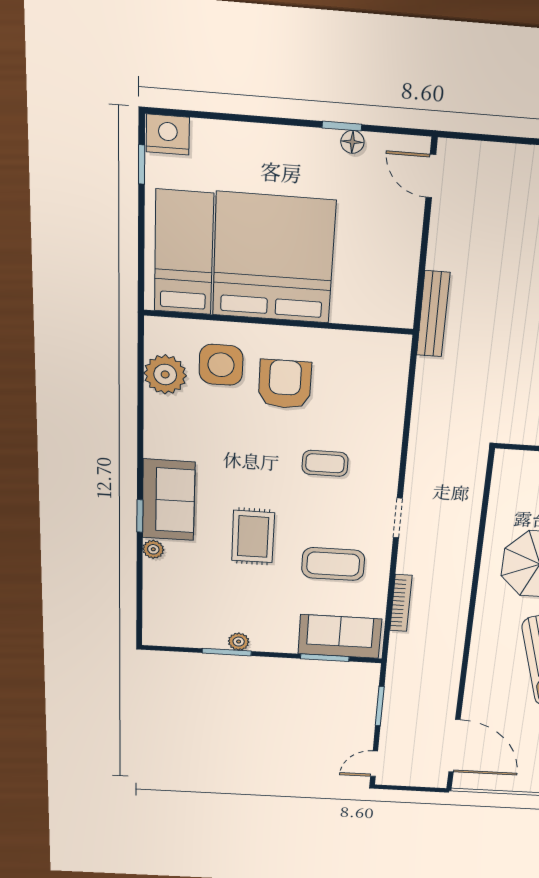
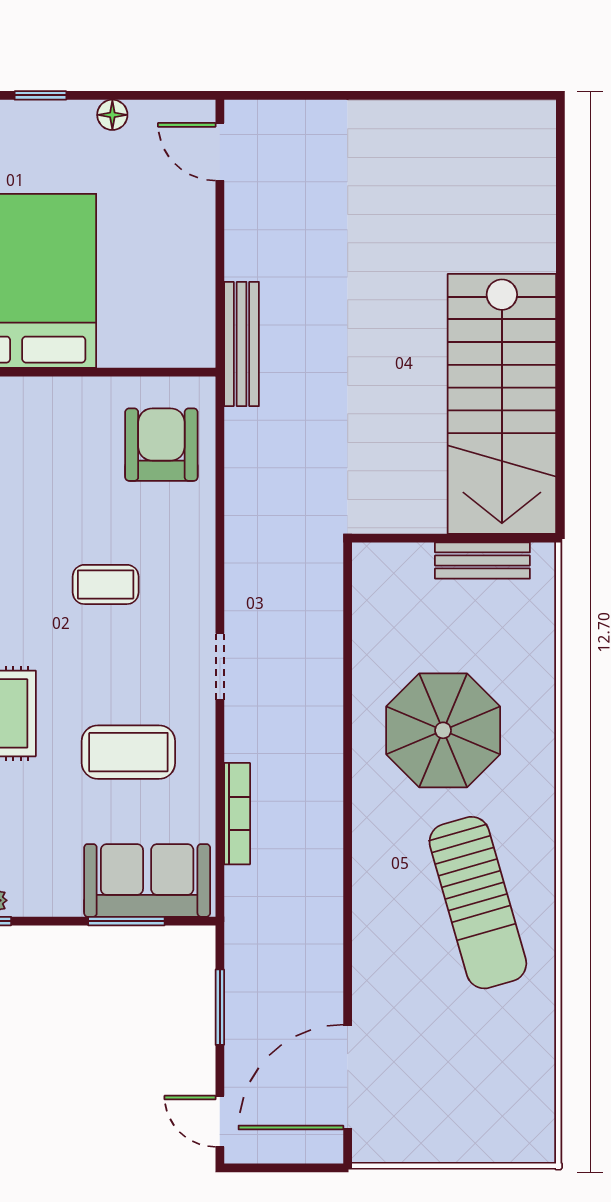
window: (342, 126) -> (40, 95), moved
armchair: (285, 384) -> (161, 445), moved
door: (454, 746) -> (348, 1077), swing flipped
door: (374, 764) -> (220, 1121), hinge flipped

